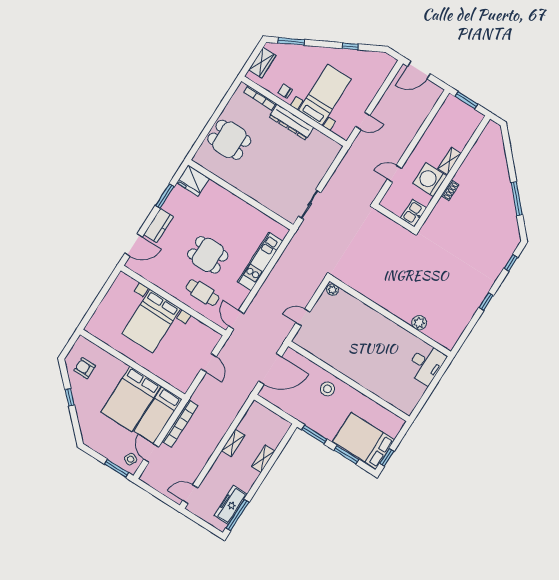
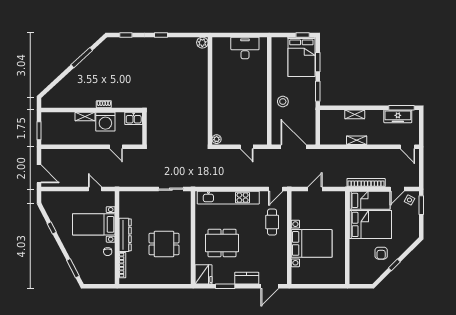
wardrobe: (262, 63) -> (99, 278), removed
dining table: (229, 140) -> (164, 244), moved, turned 90
door: (134, 245) -> (270, 286), swing flipped
dining table: (208, 255) -> (222, 243), moved, width x1.38
kitchen unit: (260, 261) -> (228, 198), width x1.36
plant: (419, 323) -> (202, 43), moved
desk: (426, 364) -> (245, 48), moved
armchair: (85, 368) -> (381, 253), moved

